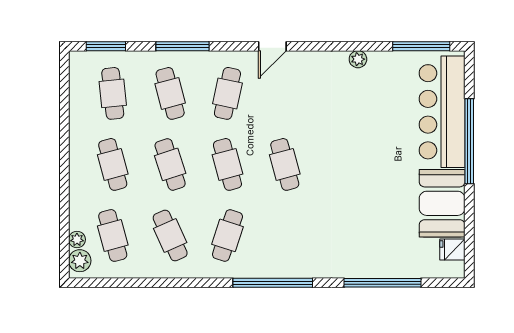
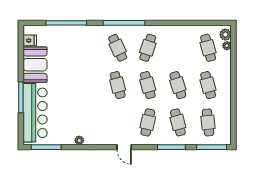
window: (106, 46) -> (212, 147), width x1.44
door: (272, 46) -> (124, 147), swing flipped
window: (469, 141) -> (21, 97), width x0.68
cafe table: (170, 235) -> (118, 48), moved

